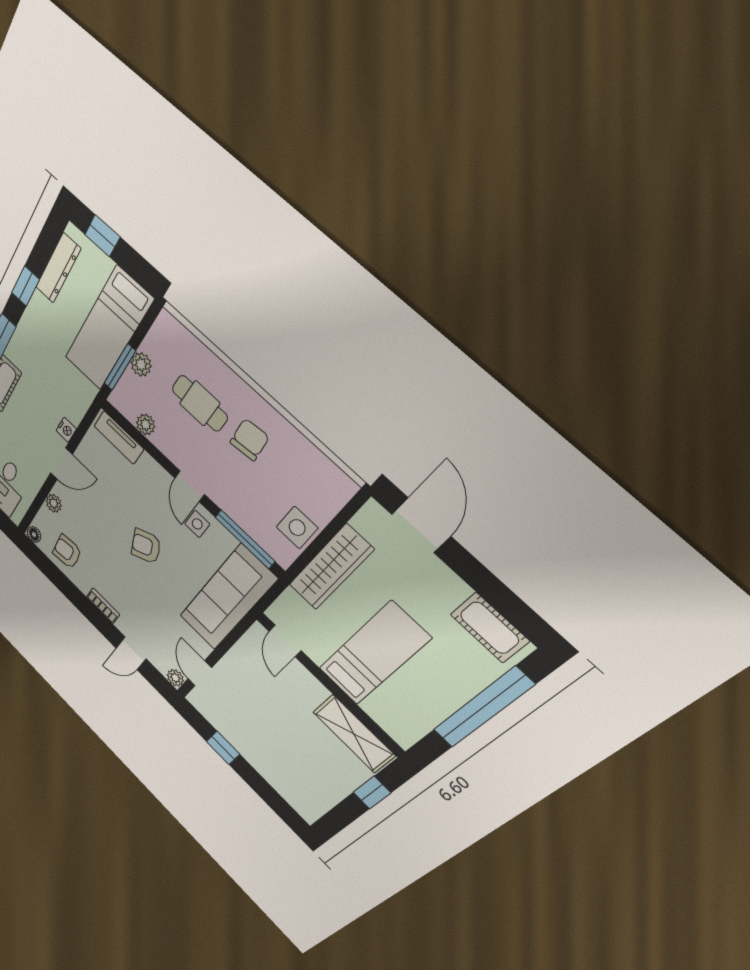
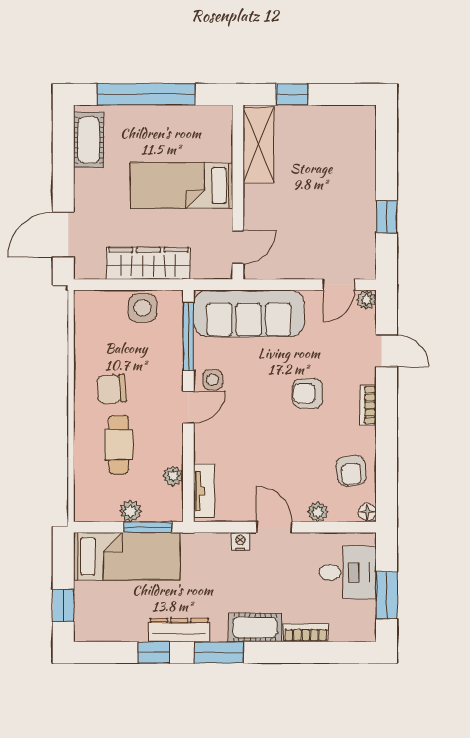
dresser: (58, 268) -> (179, 630), moved
armchair: (146, 546) -> (308, 393), moved, turned 114

